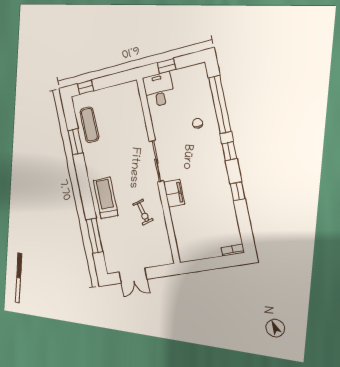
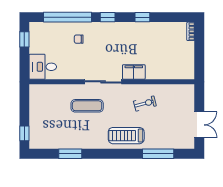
window: (167, 66) -> (24, 39), moved
exercise mat: (89, 125) -> (87, 106), moved

